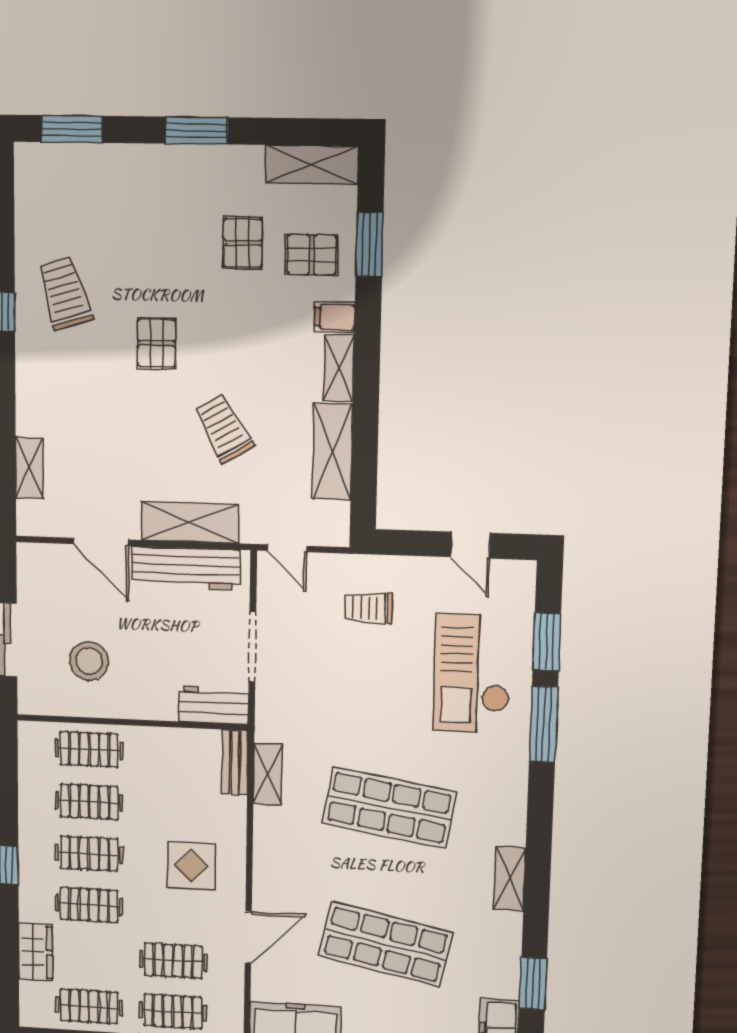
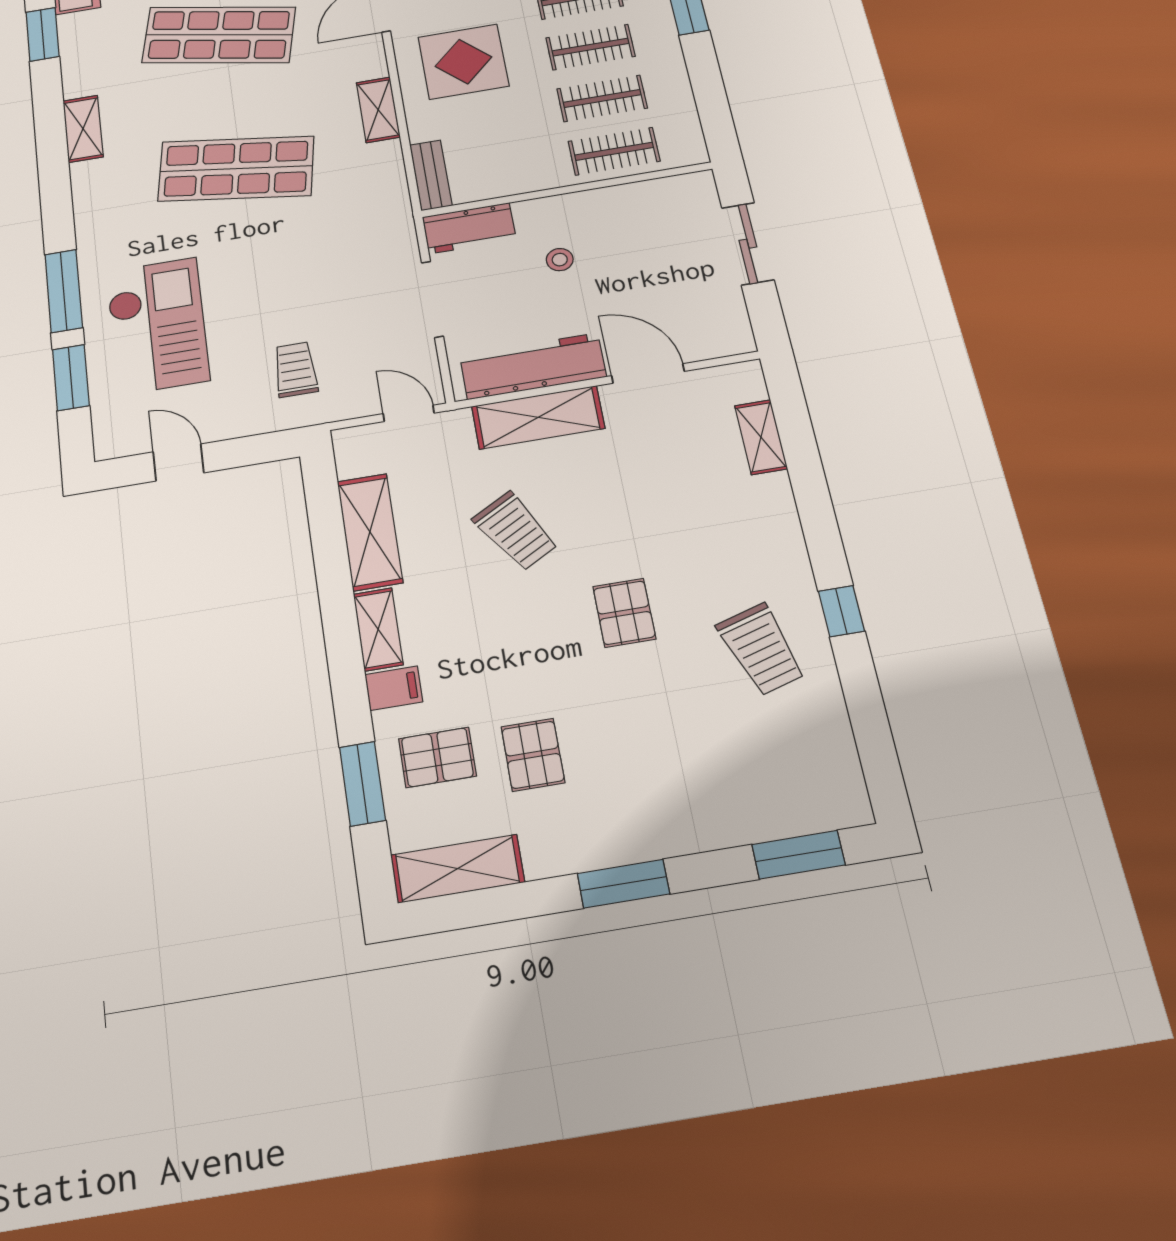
trolley: (368, 608) -> (295, 369), turned -90
stool: (89, 661) -> (560, 260), moved, width x0.53, depth x0.53
shelving: (268, 774) -> (378, 110), moved
display table: (191, 866) -> (463, 62), width x1.36, depth x1.36

